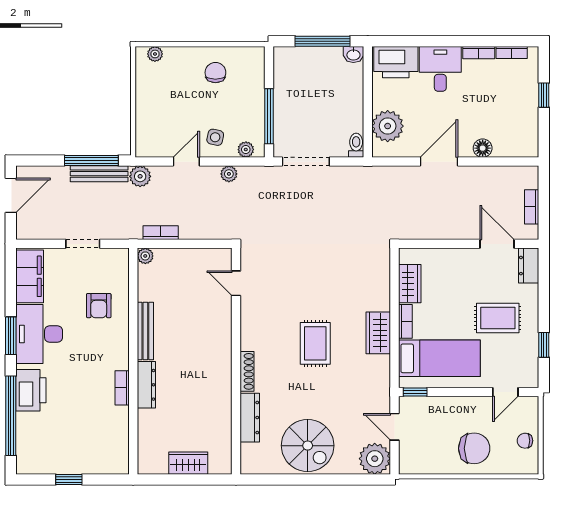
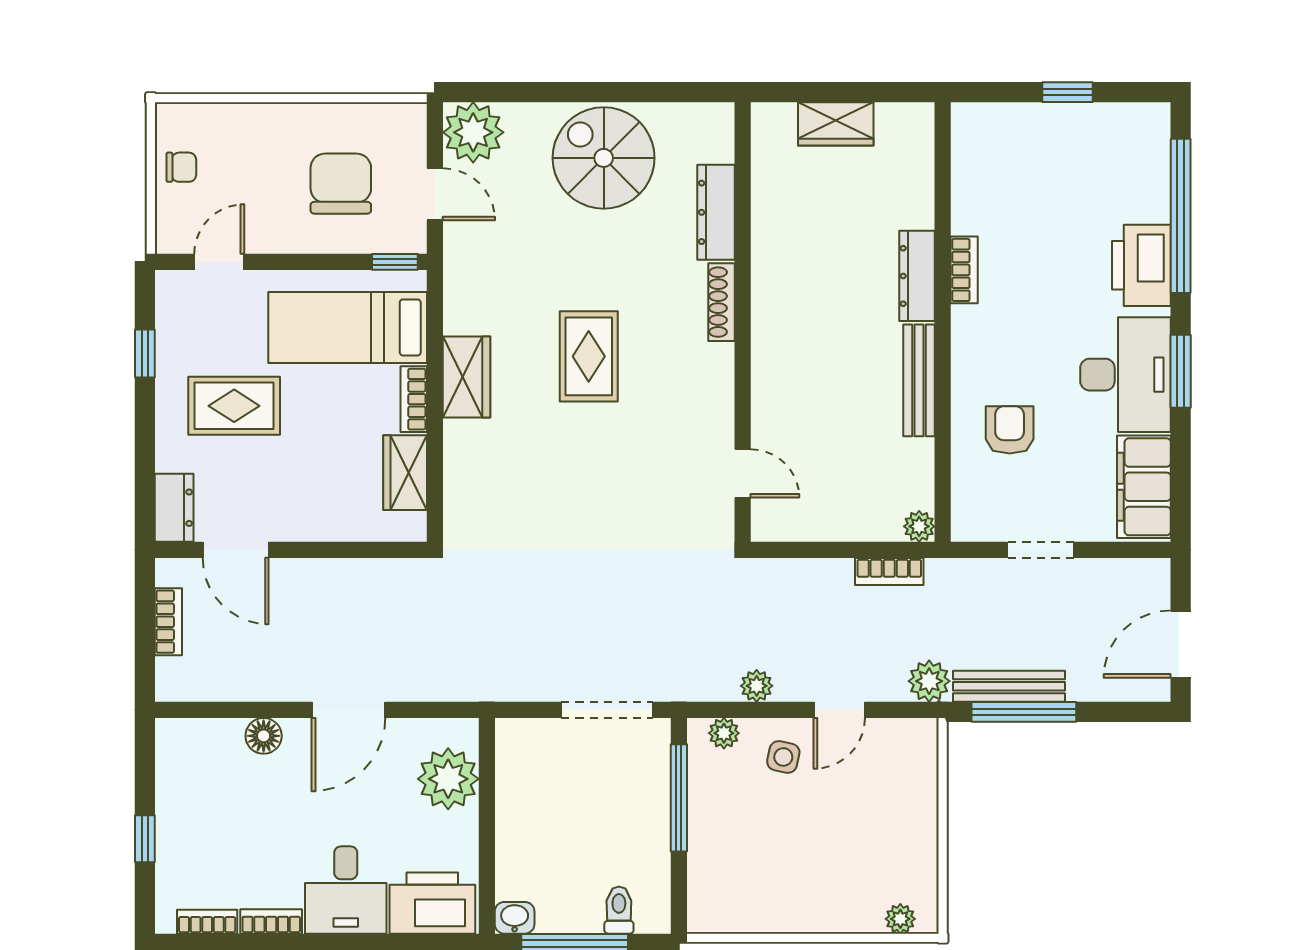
chair: (215, 73) -> (783, 883), removed
toilet: (356, 145) -> (619, 910), moved, turned 180
chair: (474, 448) -> (341, 184), moved, turned 90

